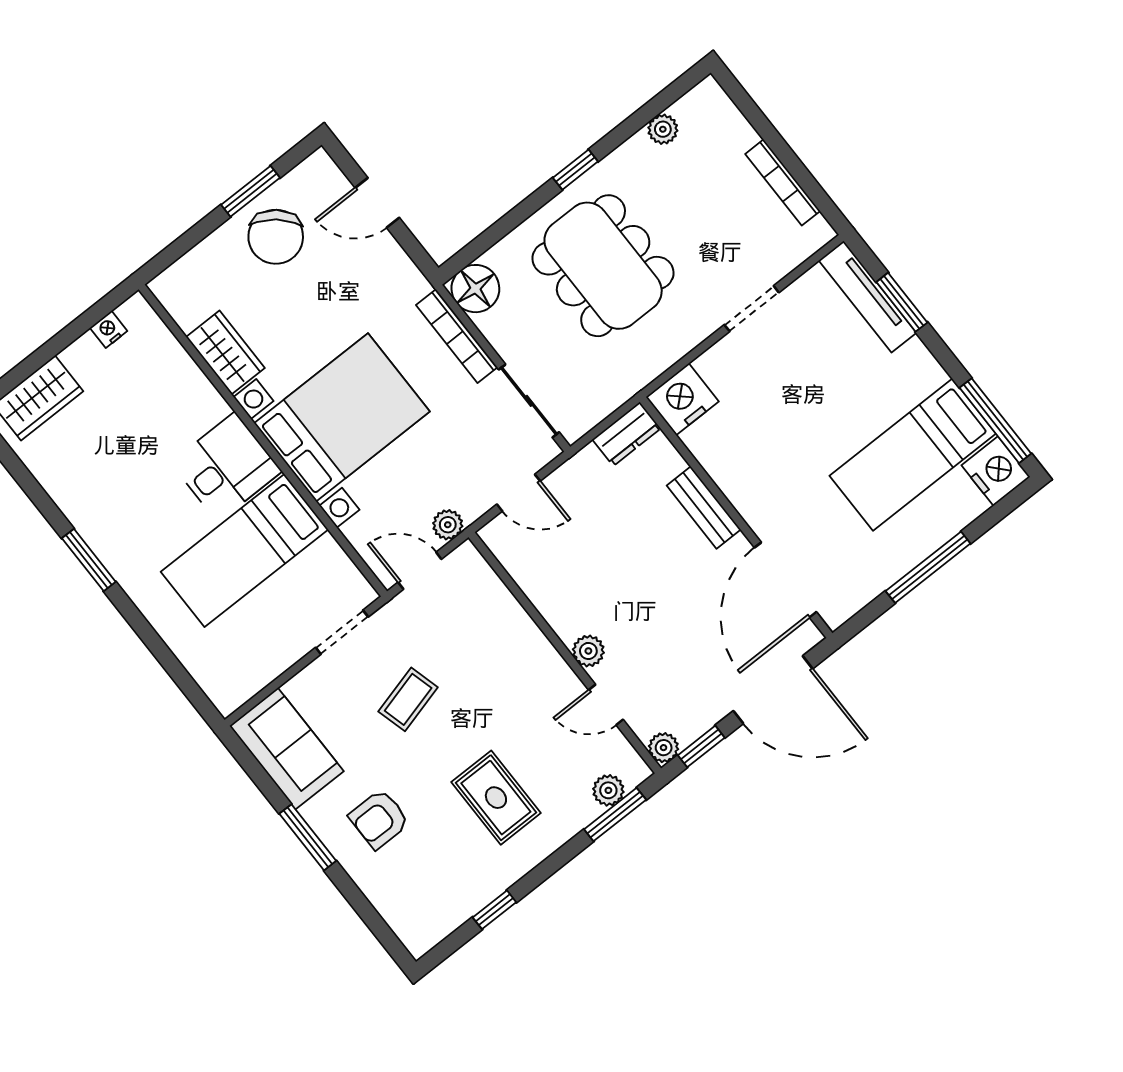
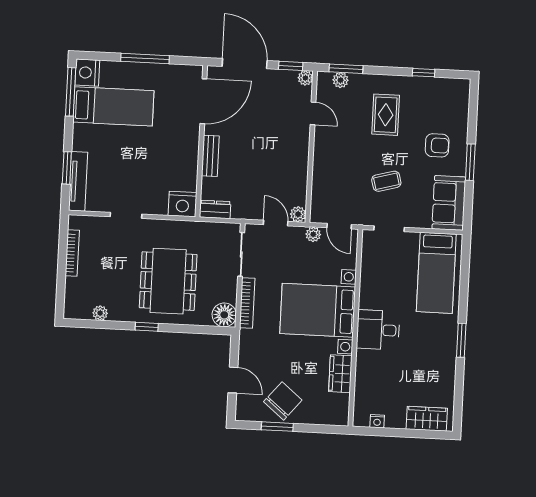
bed: (245, 551) -> (436, 273), moved, turned 90
plant: (588, 651) -> (298, 214), moved

